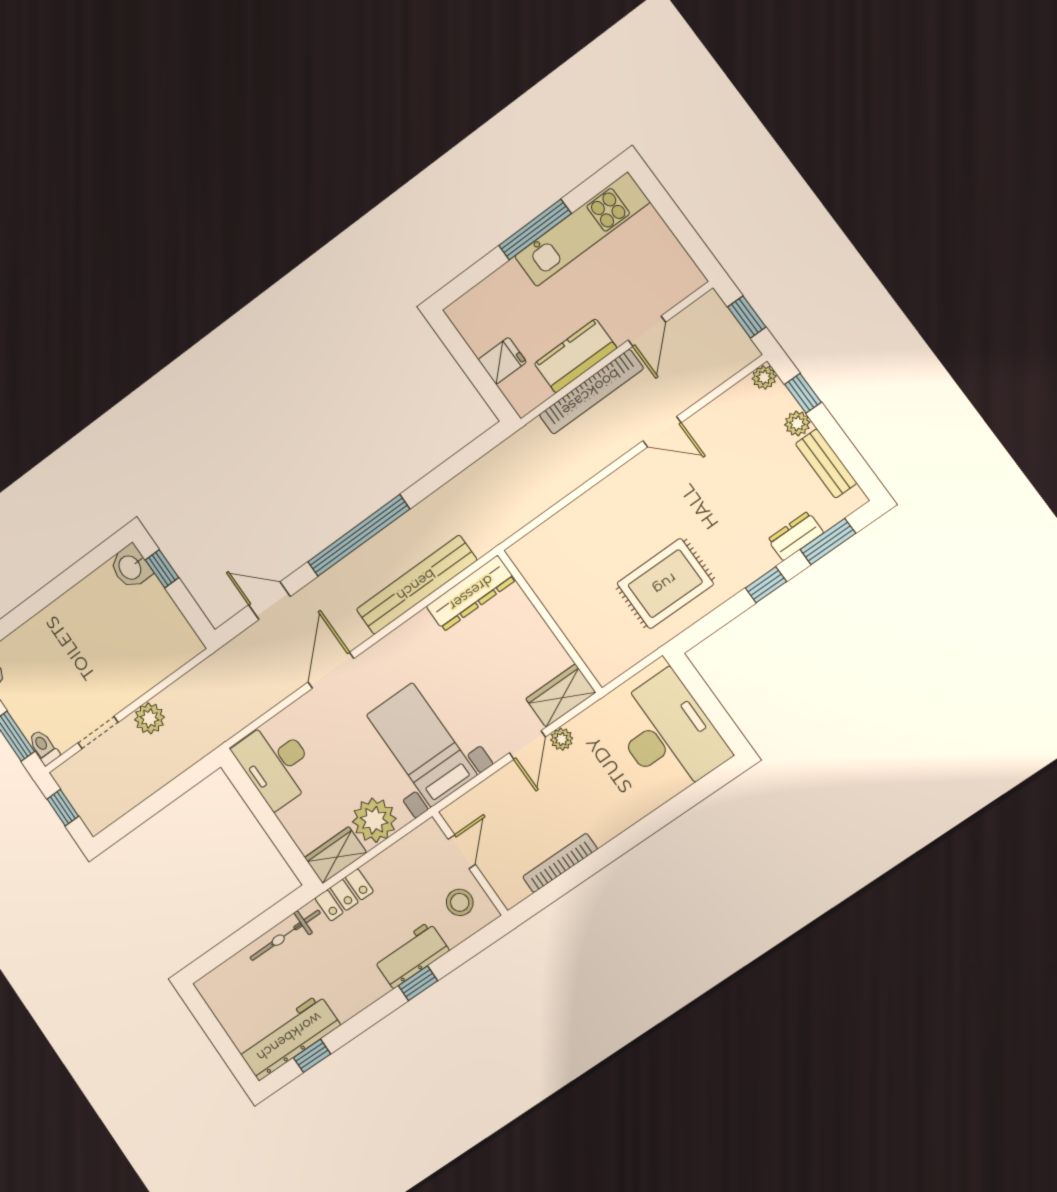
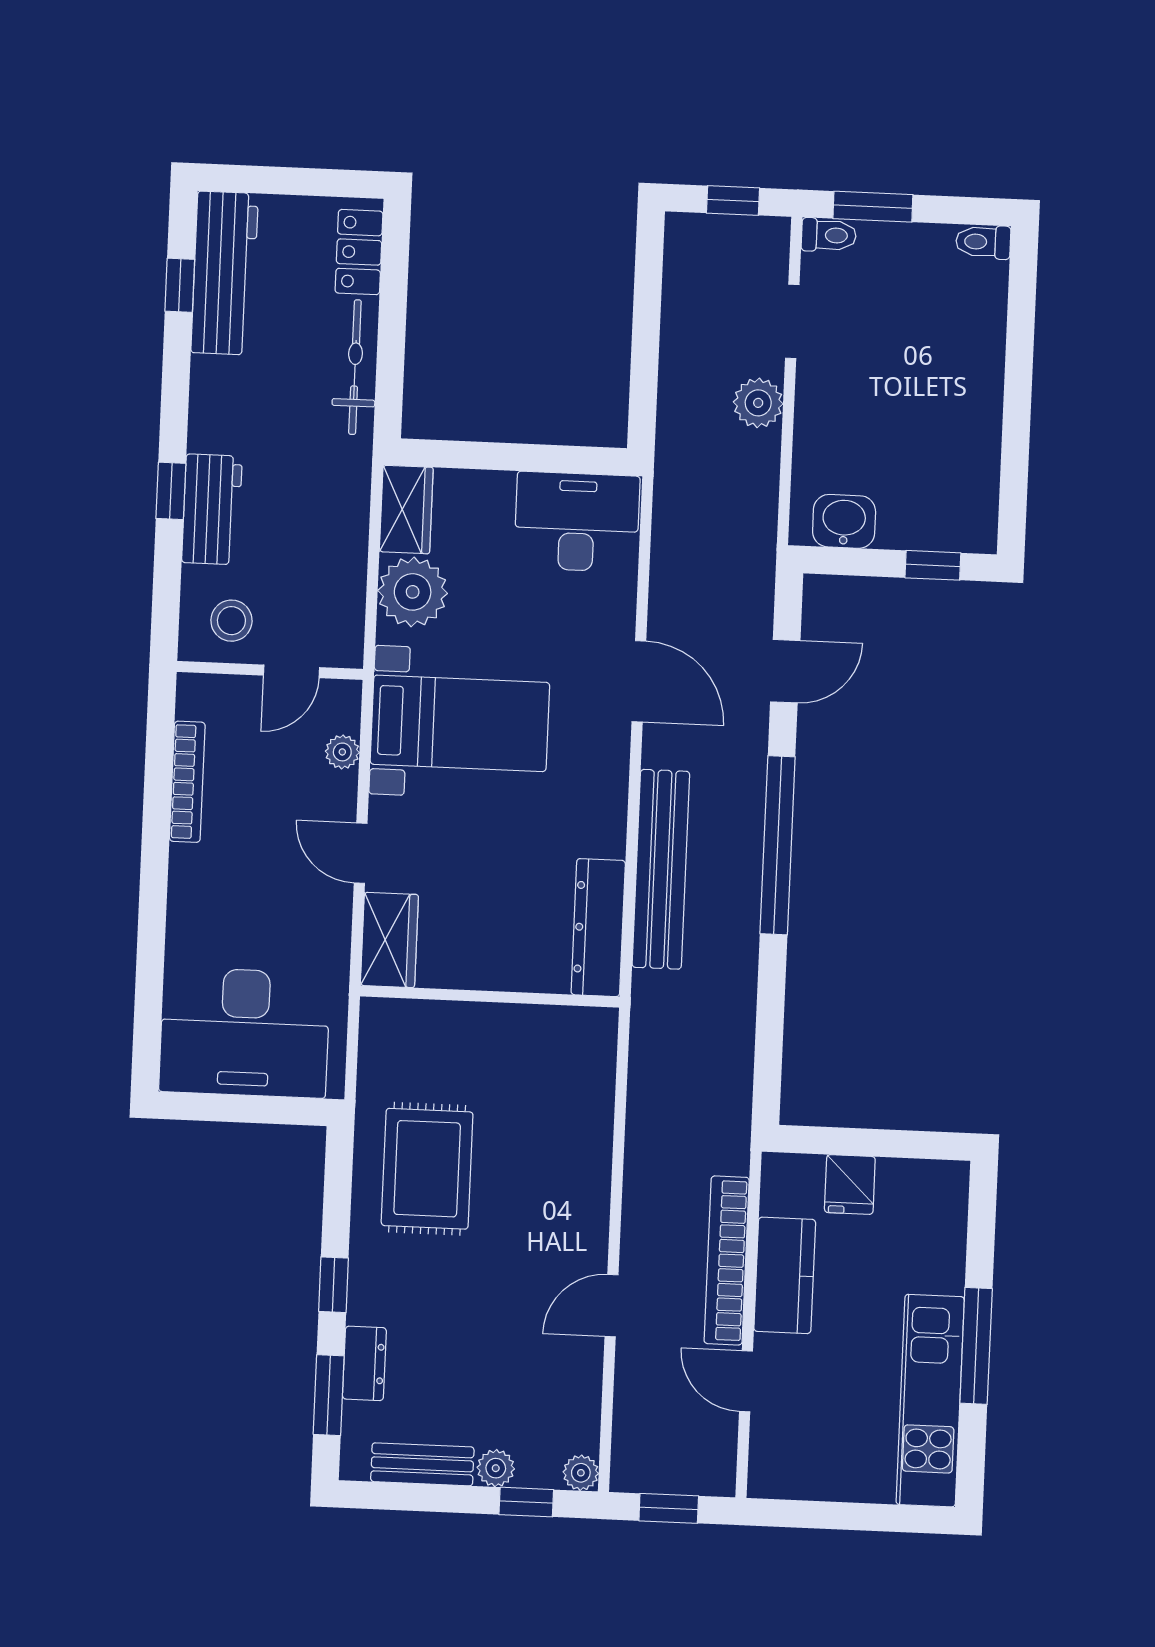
washbasin: (131, 567) -> (844, 521), moved
plant: (562, 739) -> (342, 752), moved
door: (462, 852) -> (291, 671), hinge flipped
locker: (344, 895) -> (359, 252), moved

